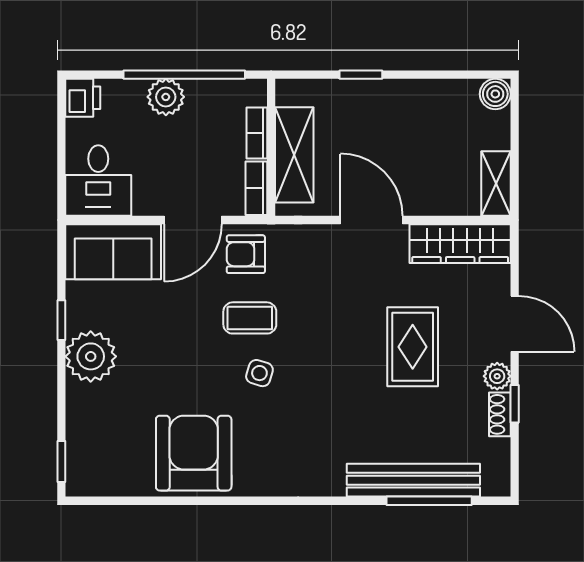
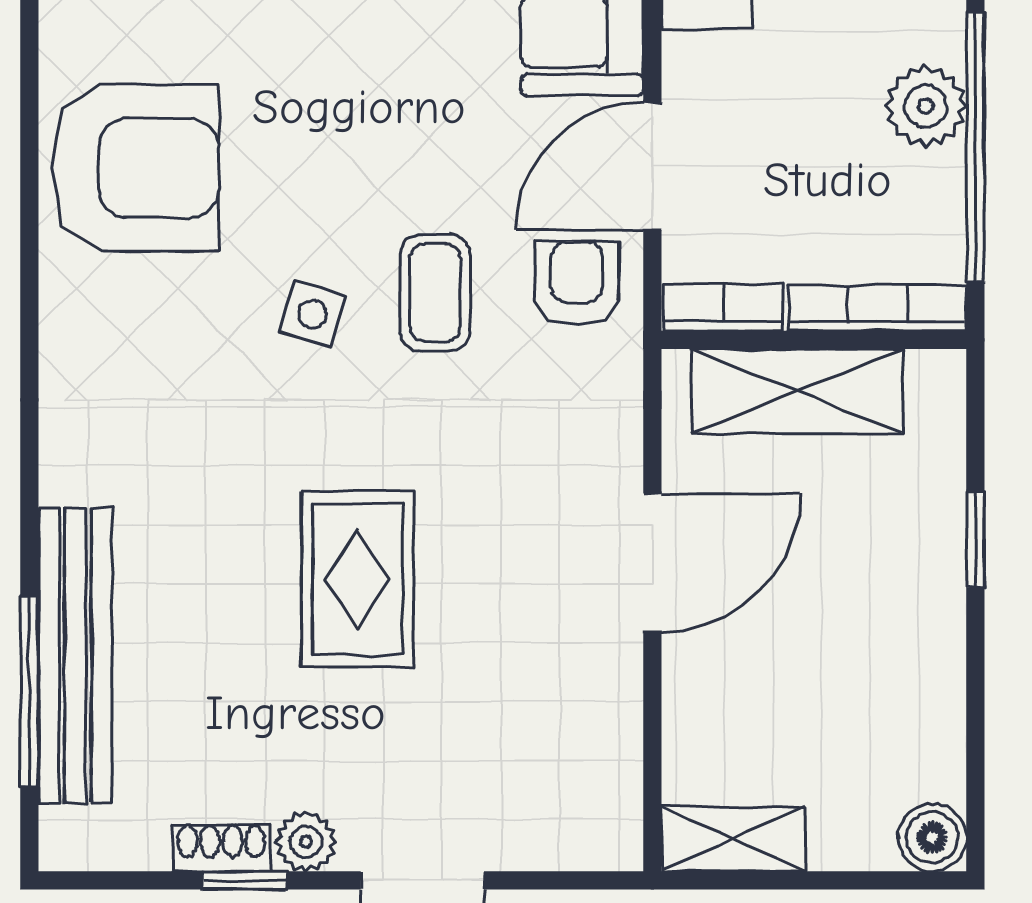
bookcase: (257, 133) -> (877, 308), width x1.56
door: (193, 220) -> (652, 166), hinge flipped
wardrobe: (460, 244) -> (600, 759), removed
rug: (413, 347) -> (358, 579), moved, turned 90

